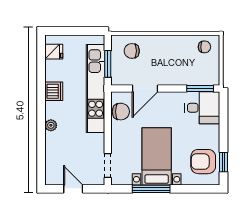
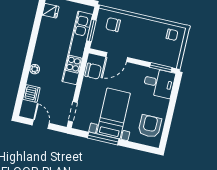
dishwasher: (54, 91) -> (31, 93), moved
armchair: (203, 162) -> (150, 126), turned 90
window: (223, 162) -> (166, 130), removed

